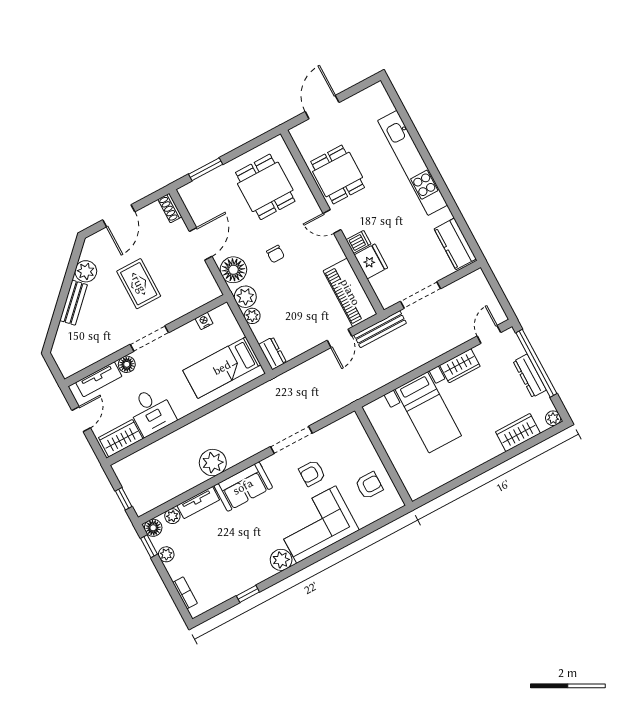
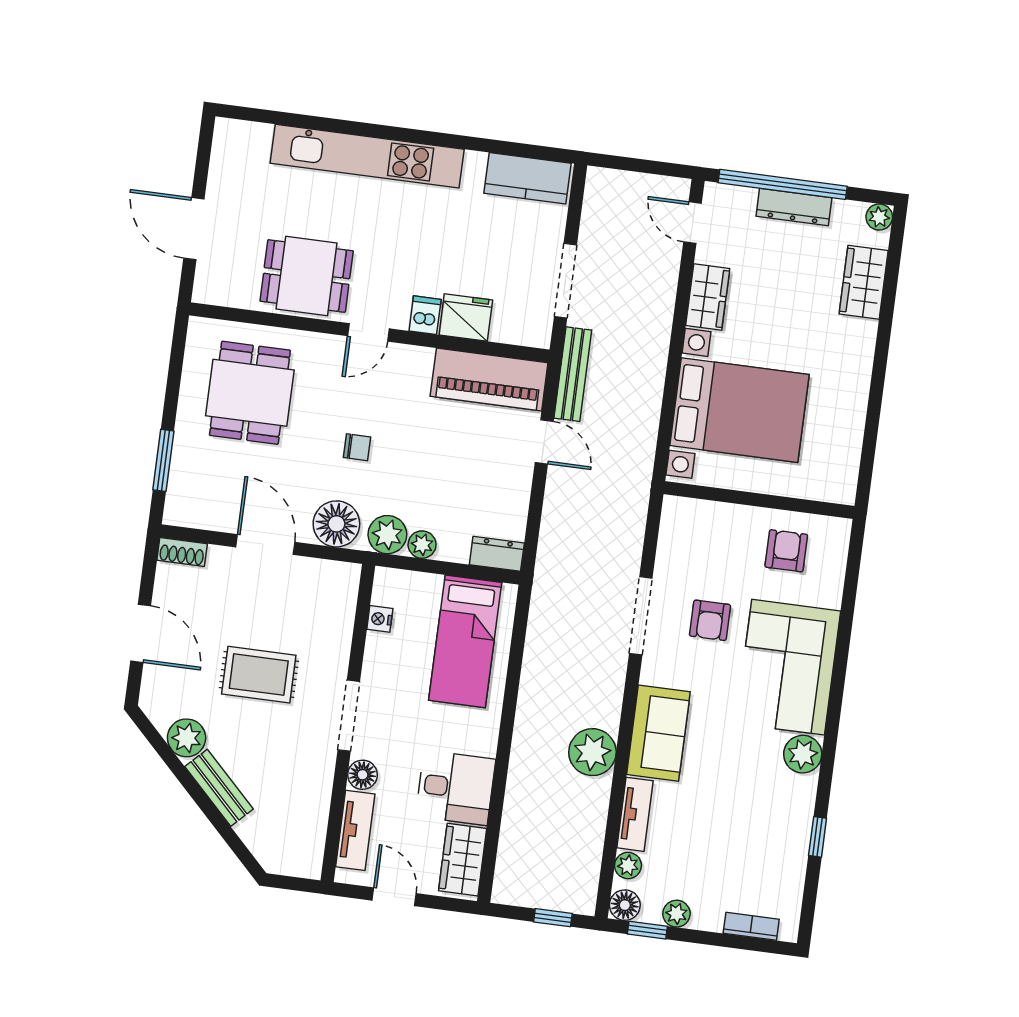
dining table: (265, 187) -> (250, 393), turned 90
bed with nightstands: (428, 412) -> (740, 410), width x1.36

